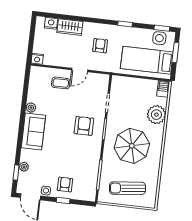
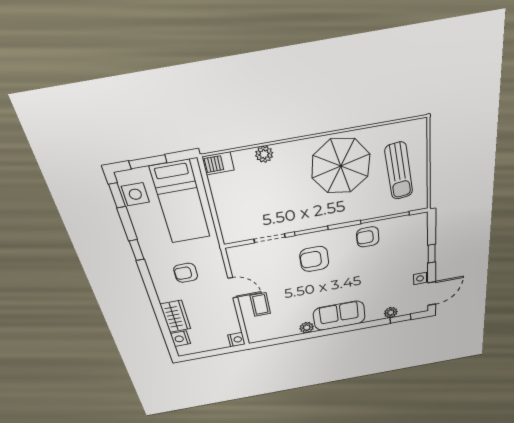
plant: (156, 115) -> (264, 154), width x0.53, depth x0.53
parasol: (132, 146) -> (341, 166), moved
armchair: (65, 184) -> (368, 237), moved

